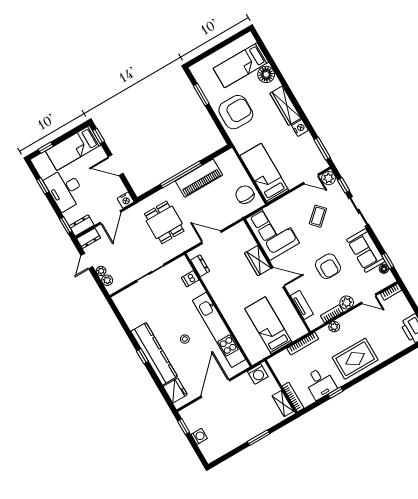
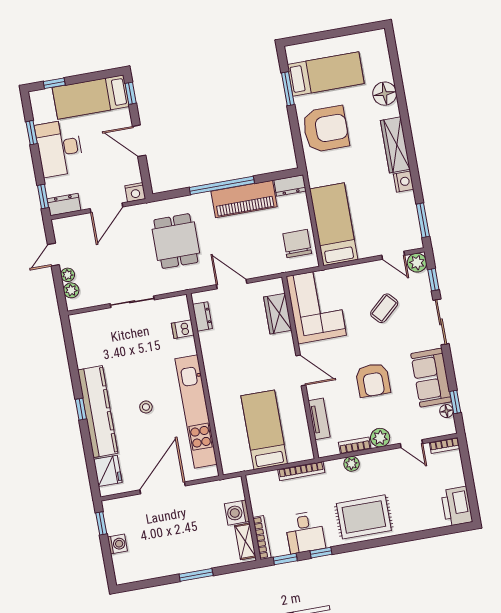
bed: (241, 65) -> (326, 74), moved, turned 180
dresser: (89, 238) -> (290, 186), moved
wardrobe: (258, 261) -> (278, 314), moved
washing machine: (258, 374) -> (237, 513), moved, turned 90
window: (314, 406) -> (285, 559), added

